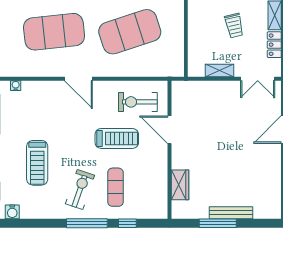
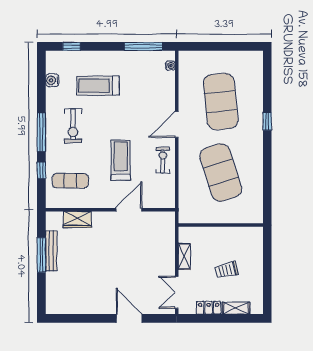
exercise bike: (138, 102) -> (163, 160), moved, width x0.73, depth x0.72
treadmill: (117, 138) -> (121, 160), turned 180
exercise mat: (115, 187) -> (70, 181), moved
exercise bike: (80, 190) -> (73, 126), turned 71
water cooler: (12, 212) -> (52, 80), moved
bench: (231, 213) -> (51, 251), moved

